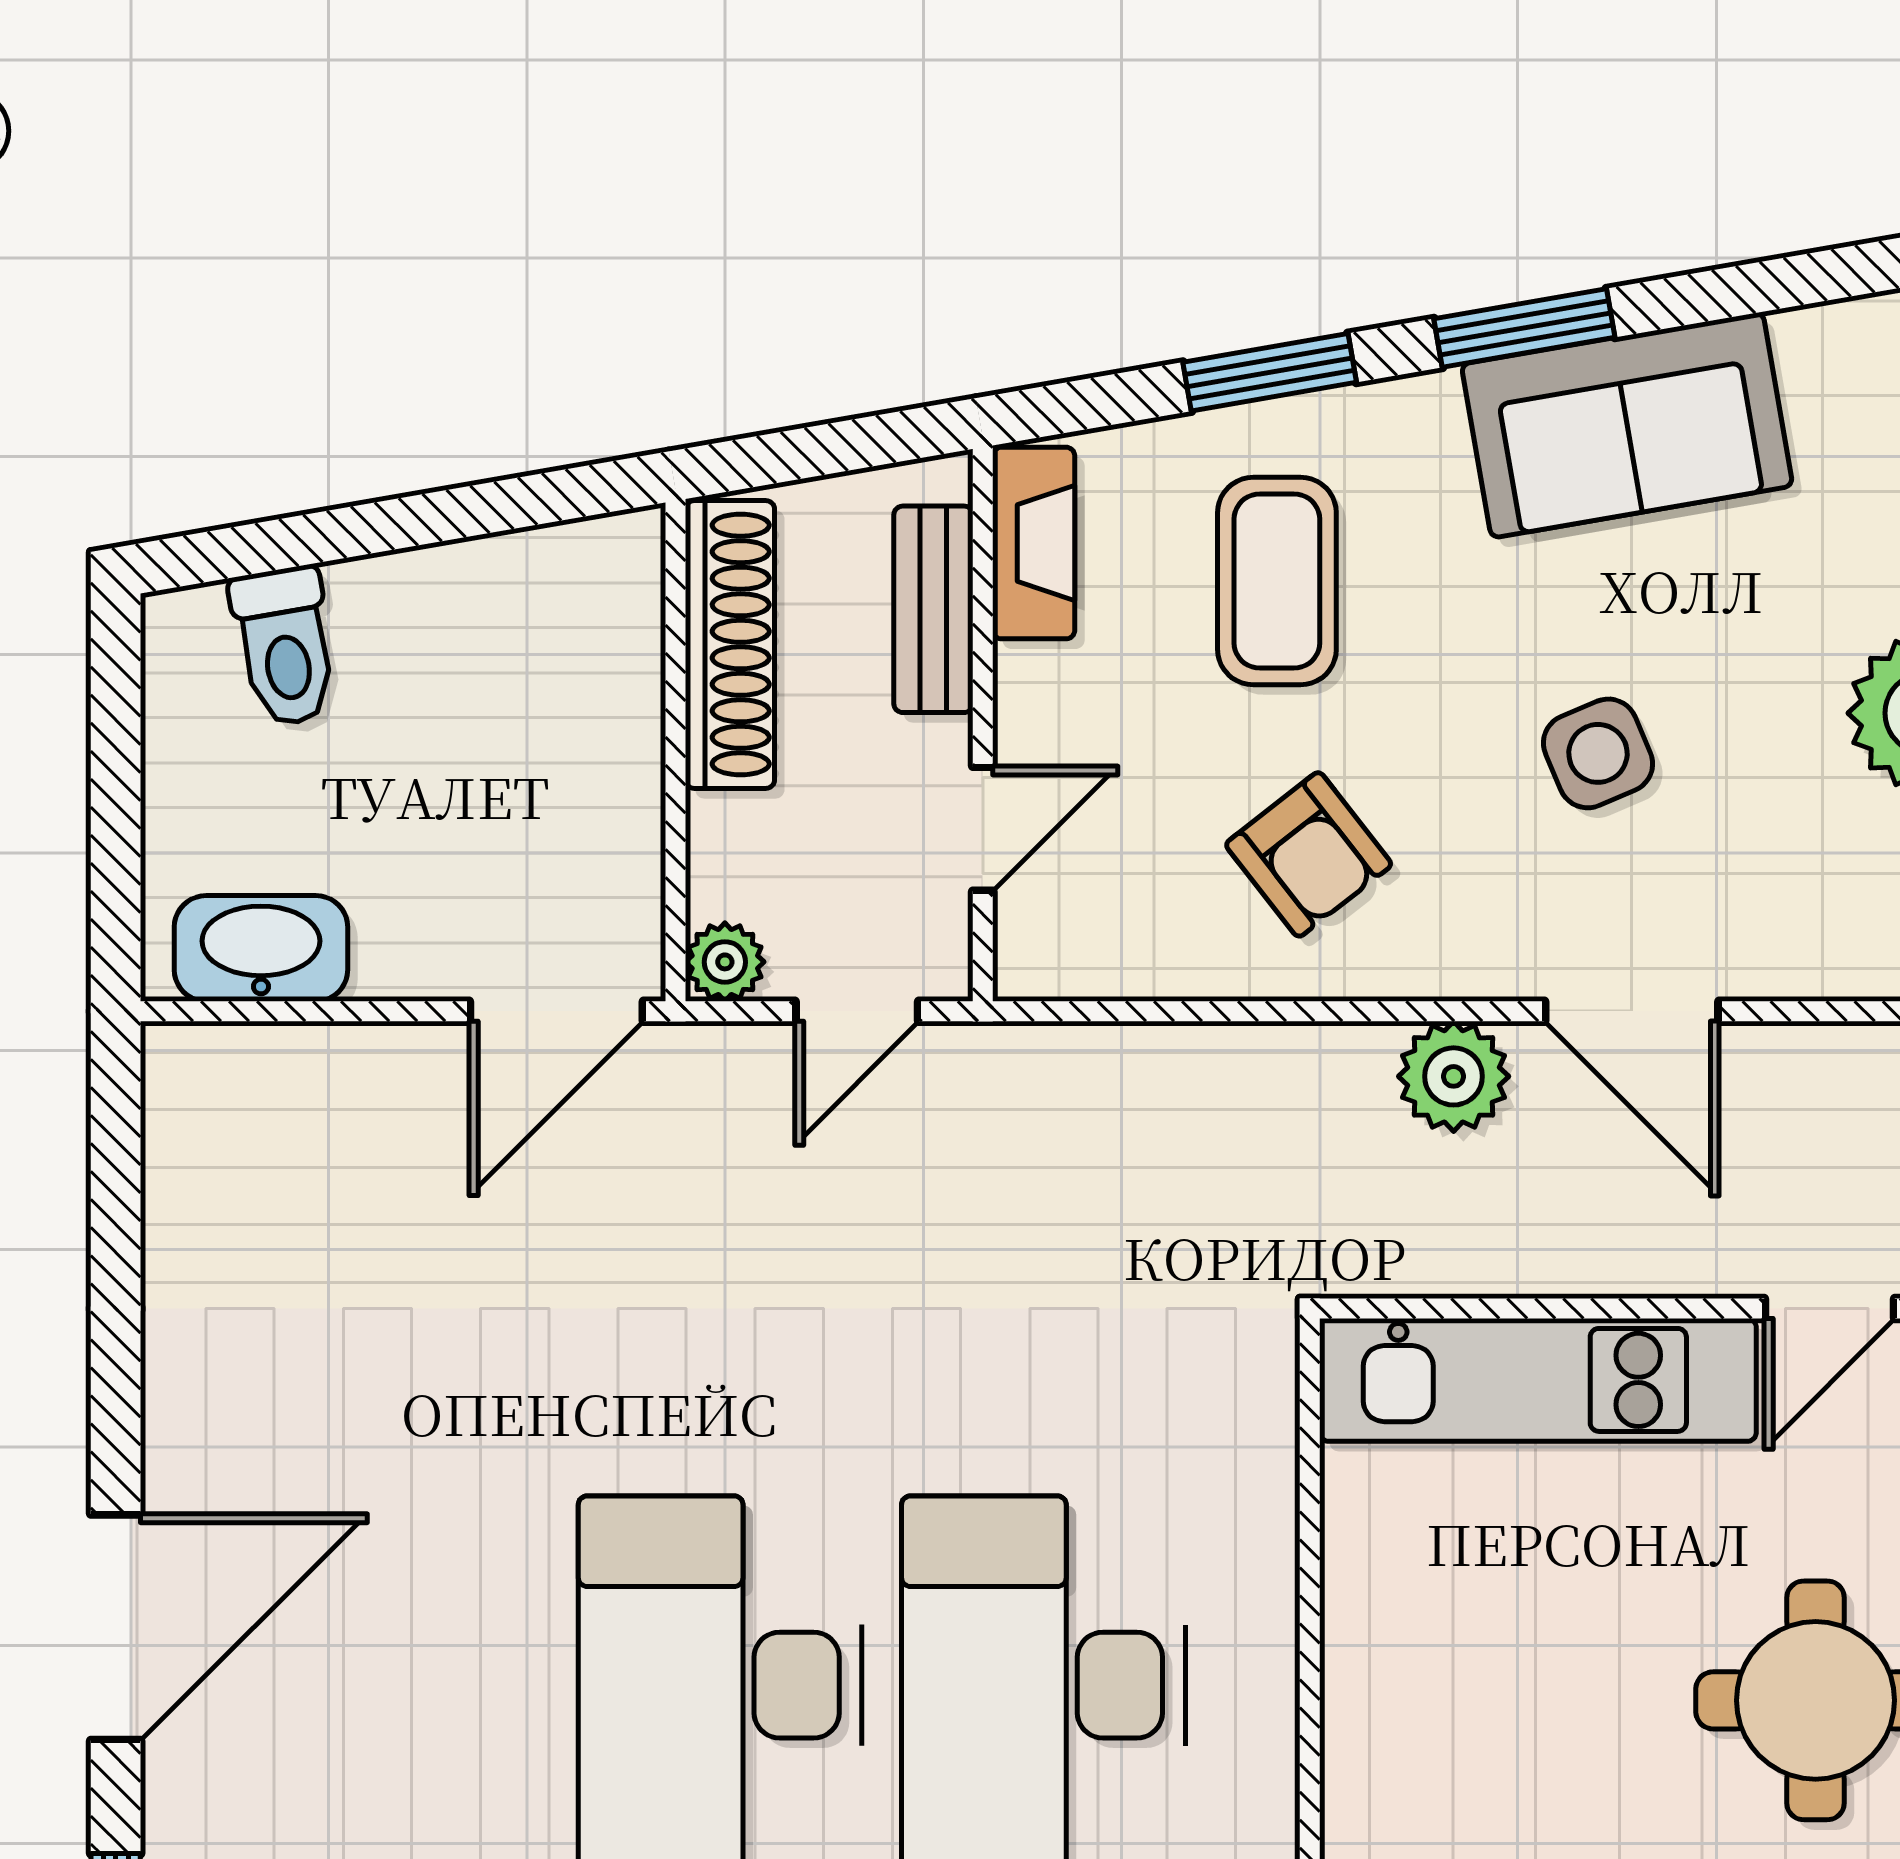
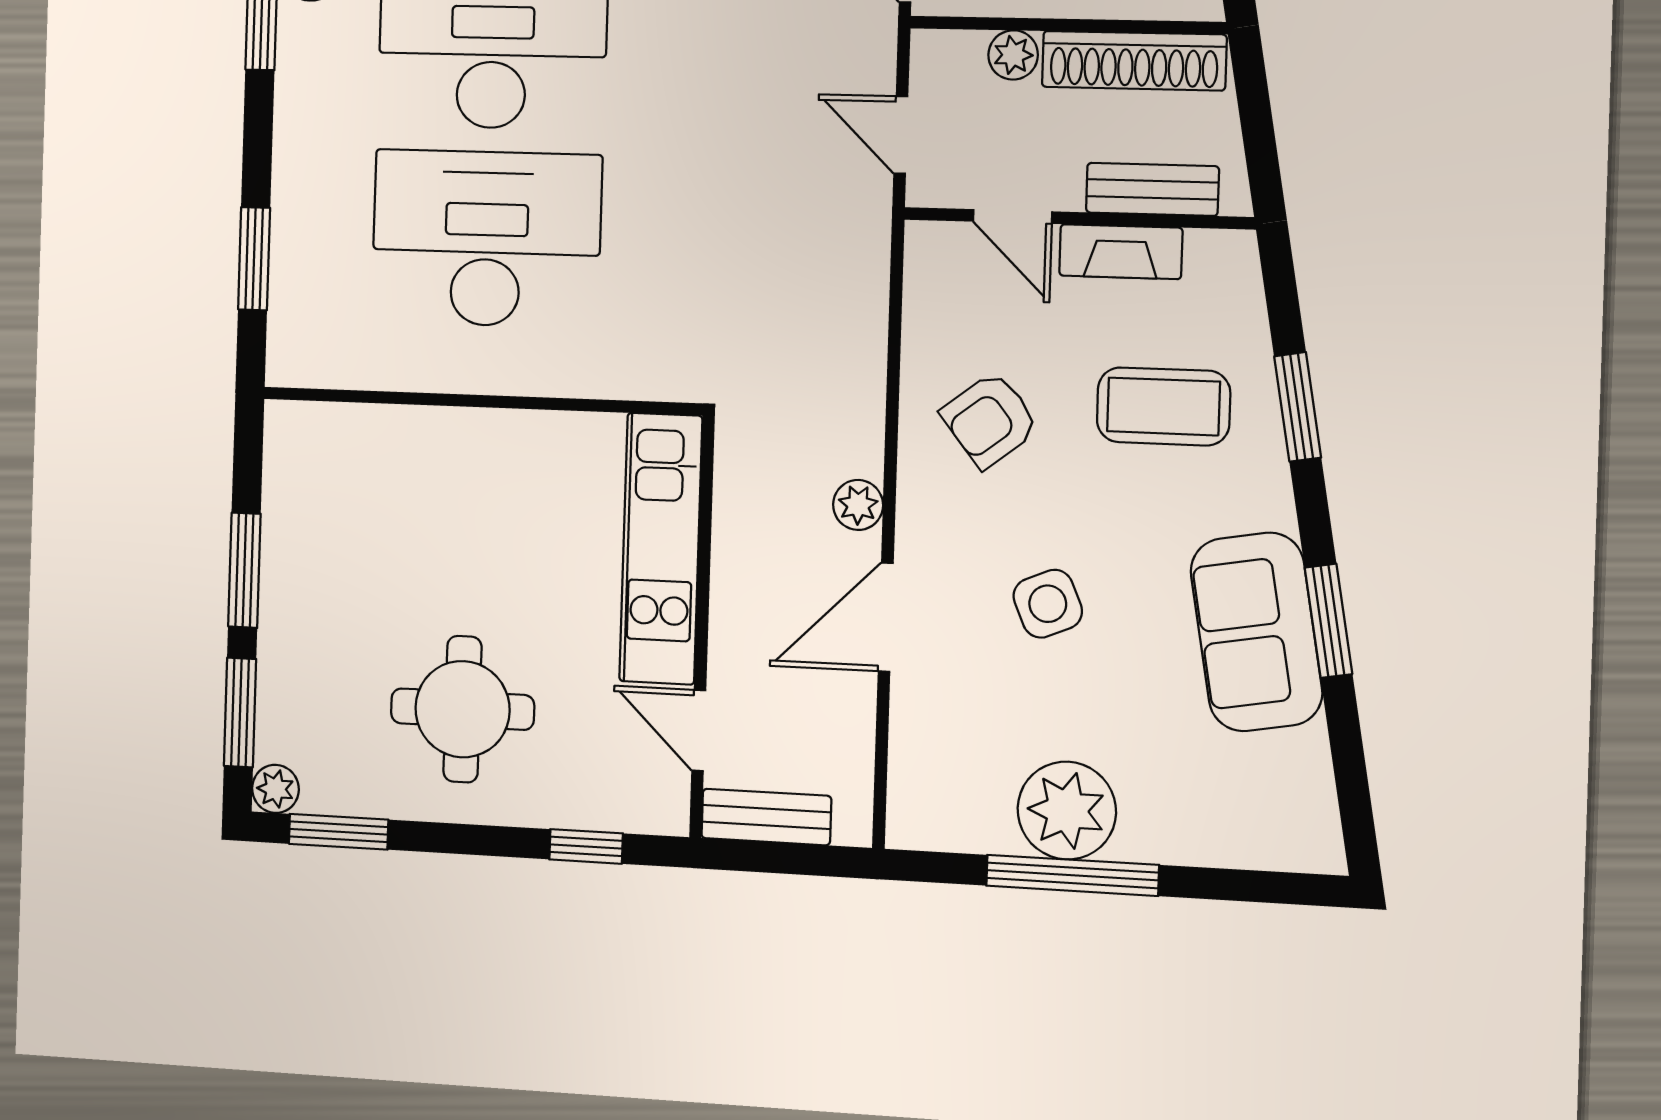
window: (1524, 328) -> (1328, 621), moved
fireplace: (1034, 543) -> (1121, 252), moved
plant: (725, 962) -> (1013, 55), moved
plant: (1454, 1076) -> (858, 505), width x0.73, depth x0.73

